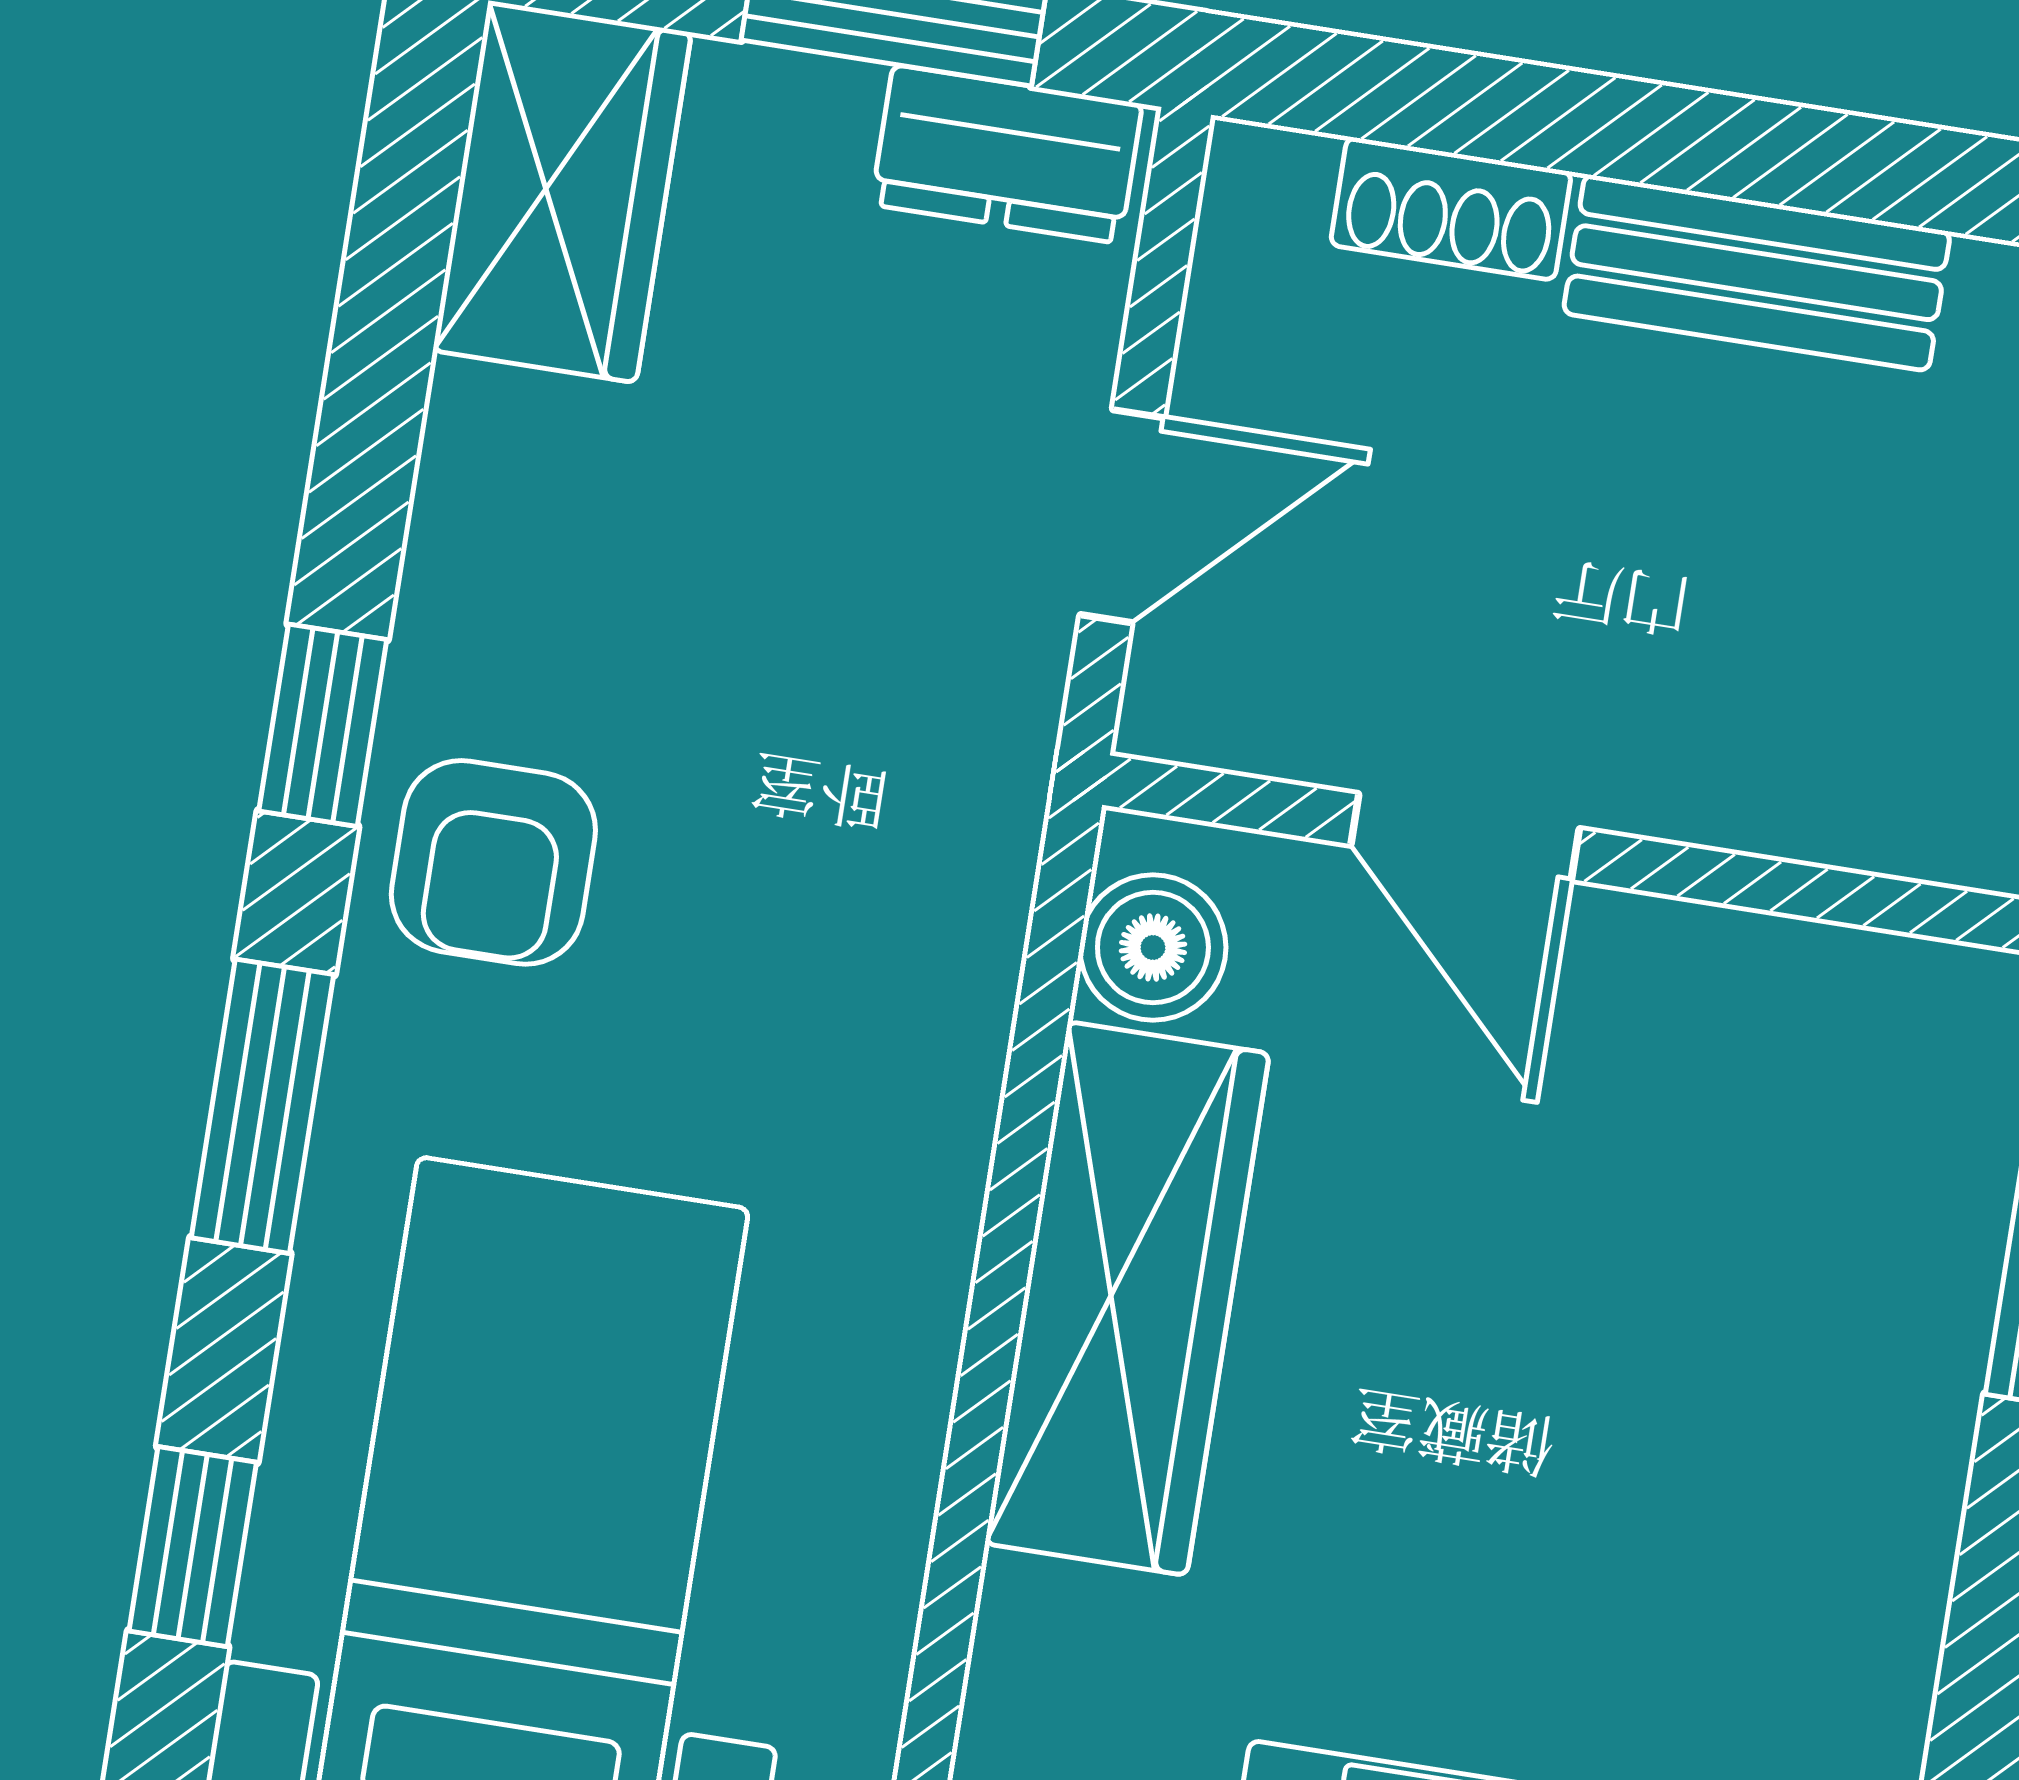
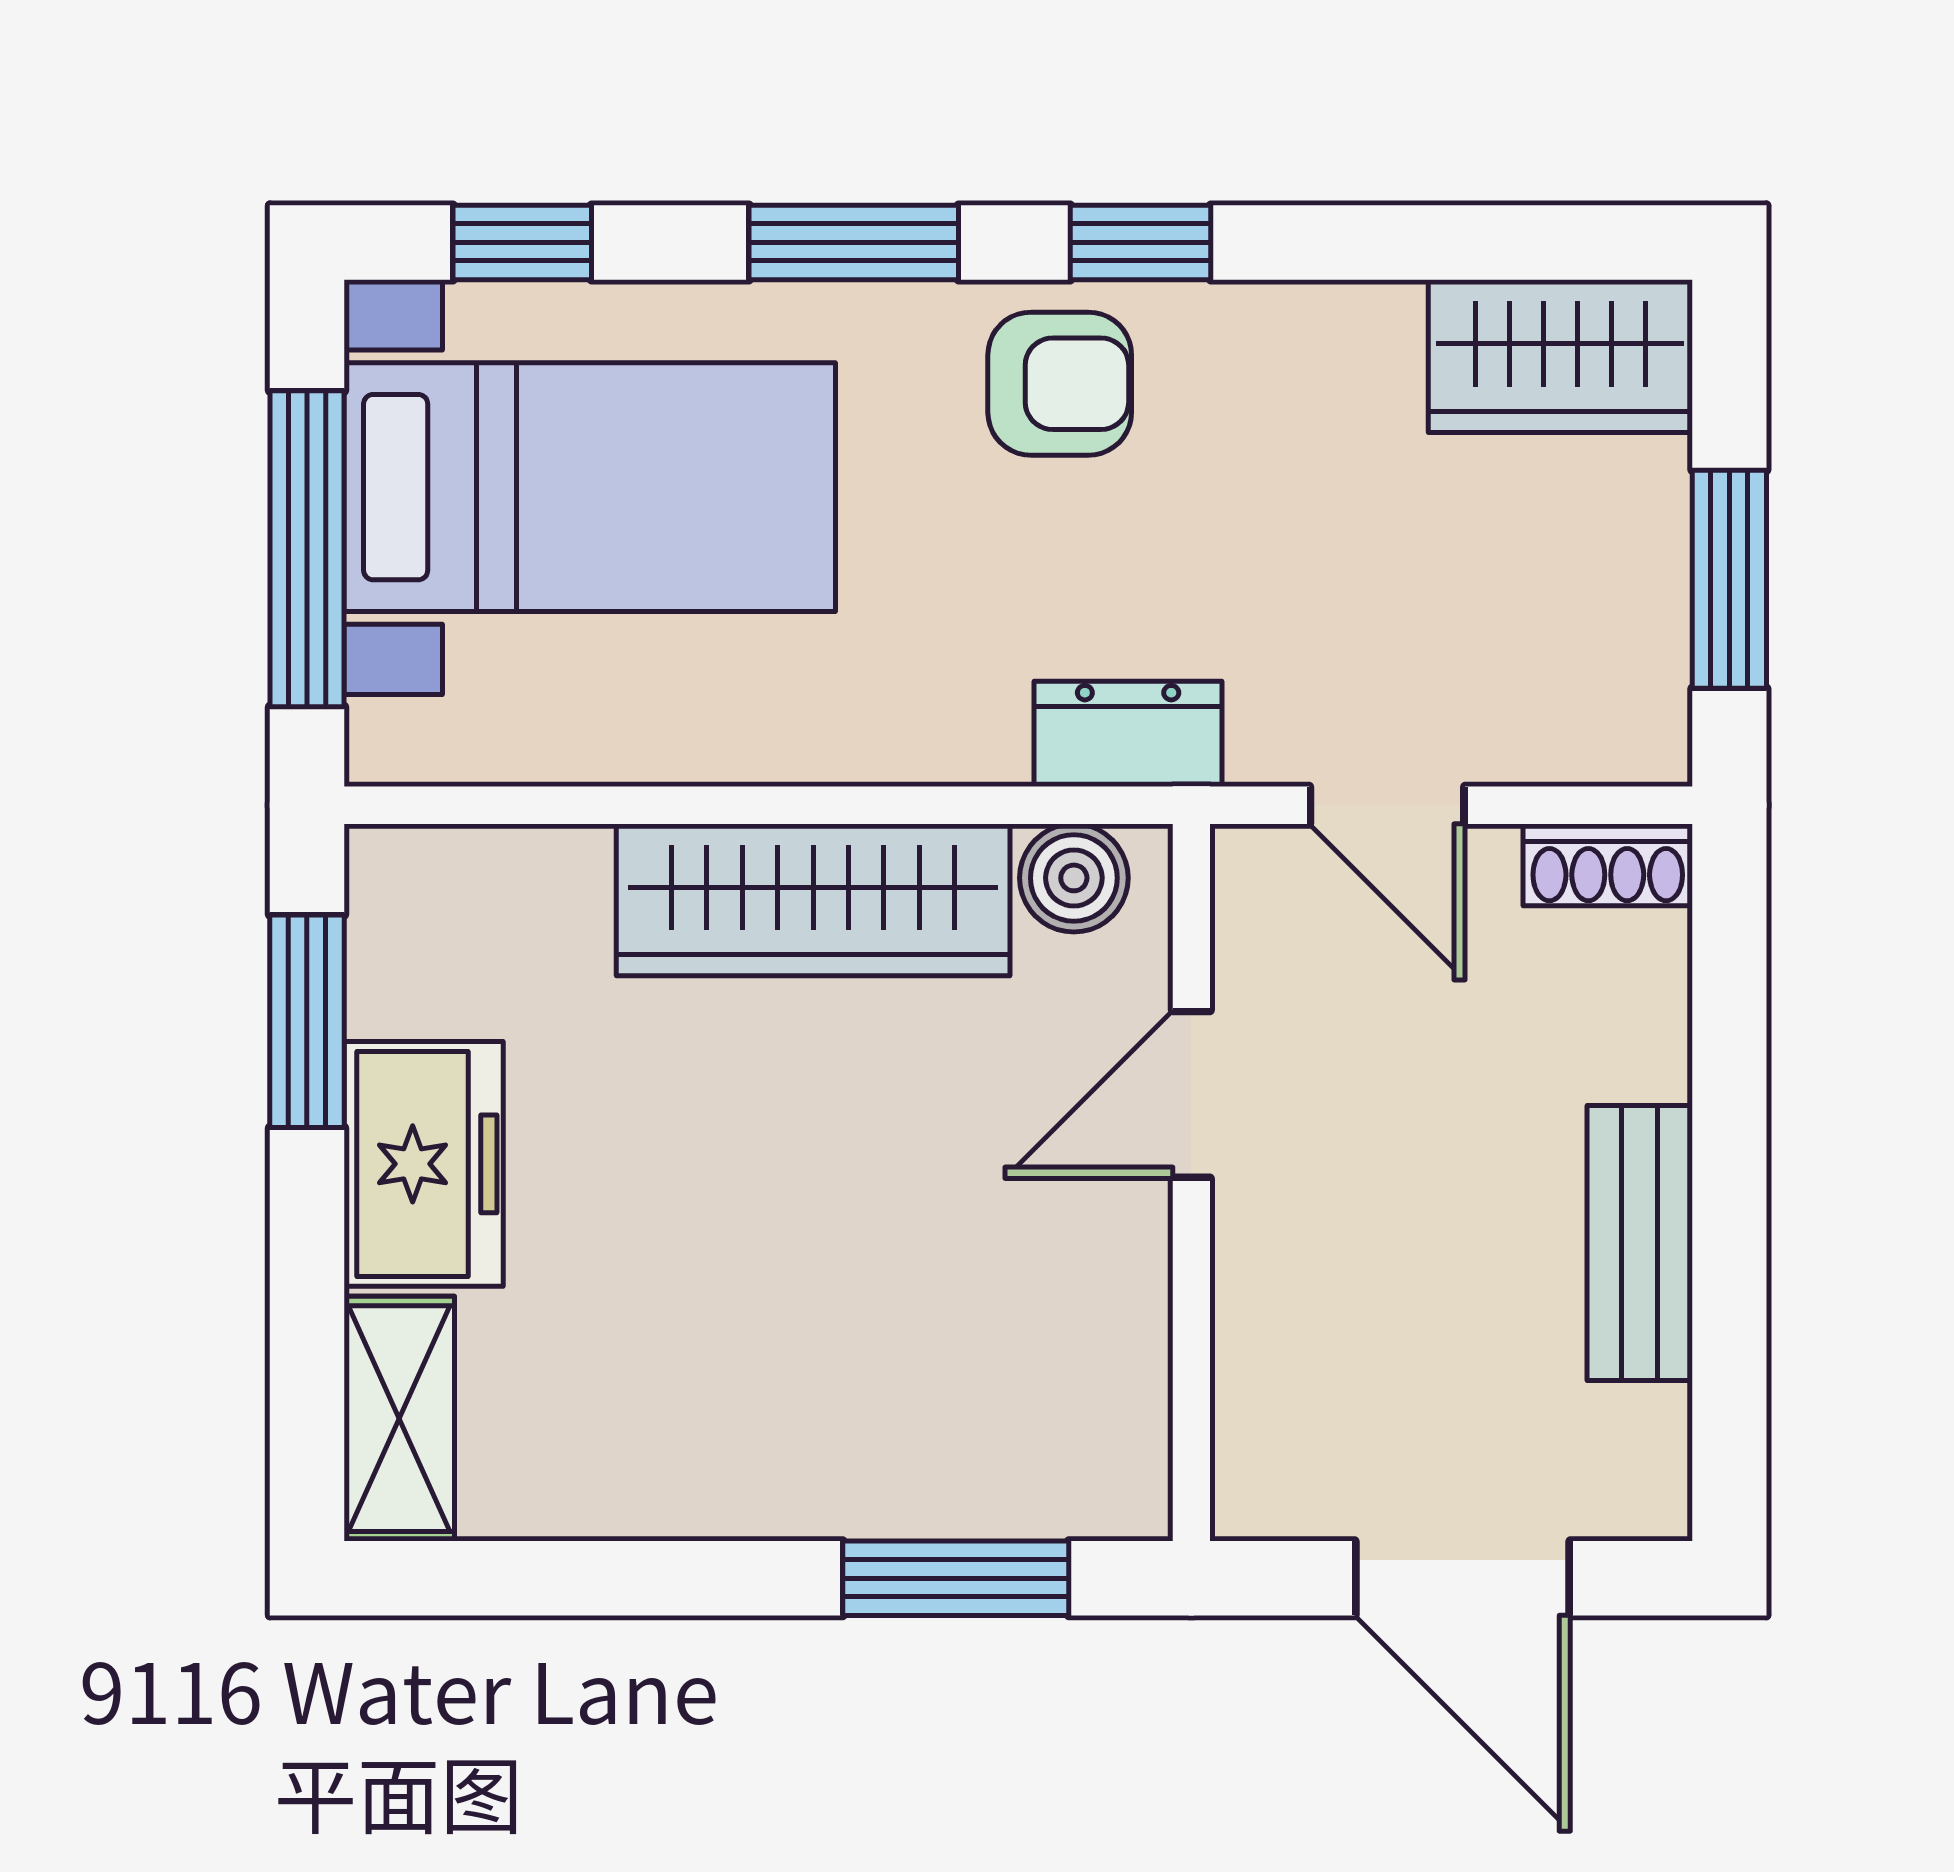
dresser: (1007, 154) -> (1128, 734), moved, turned 90
shoe rack: (1451, 209) -> (1608, 865), moved, turned -90
armchair: (493, 862) -> (1060, 384), turned 180

